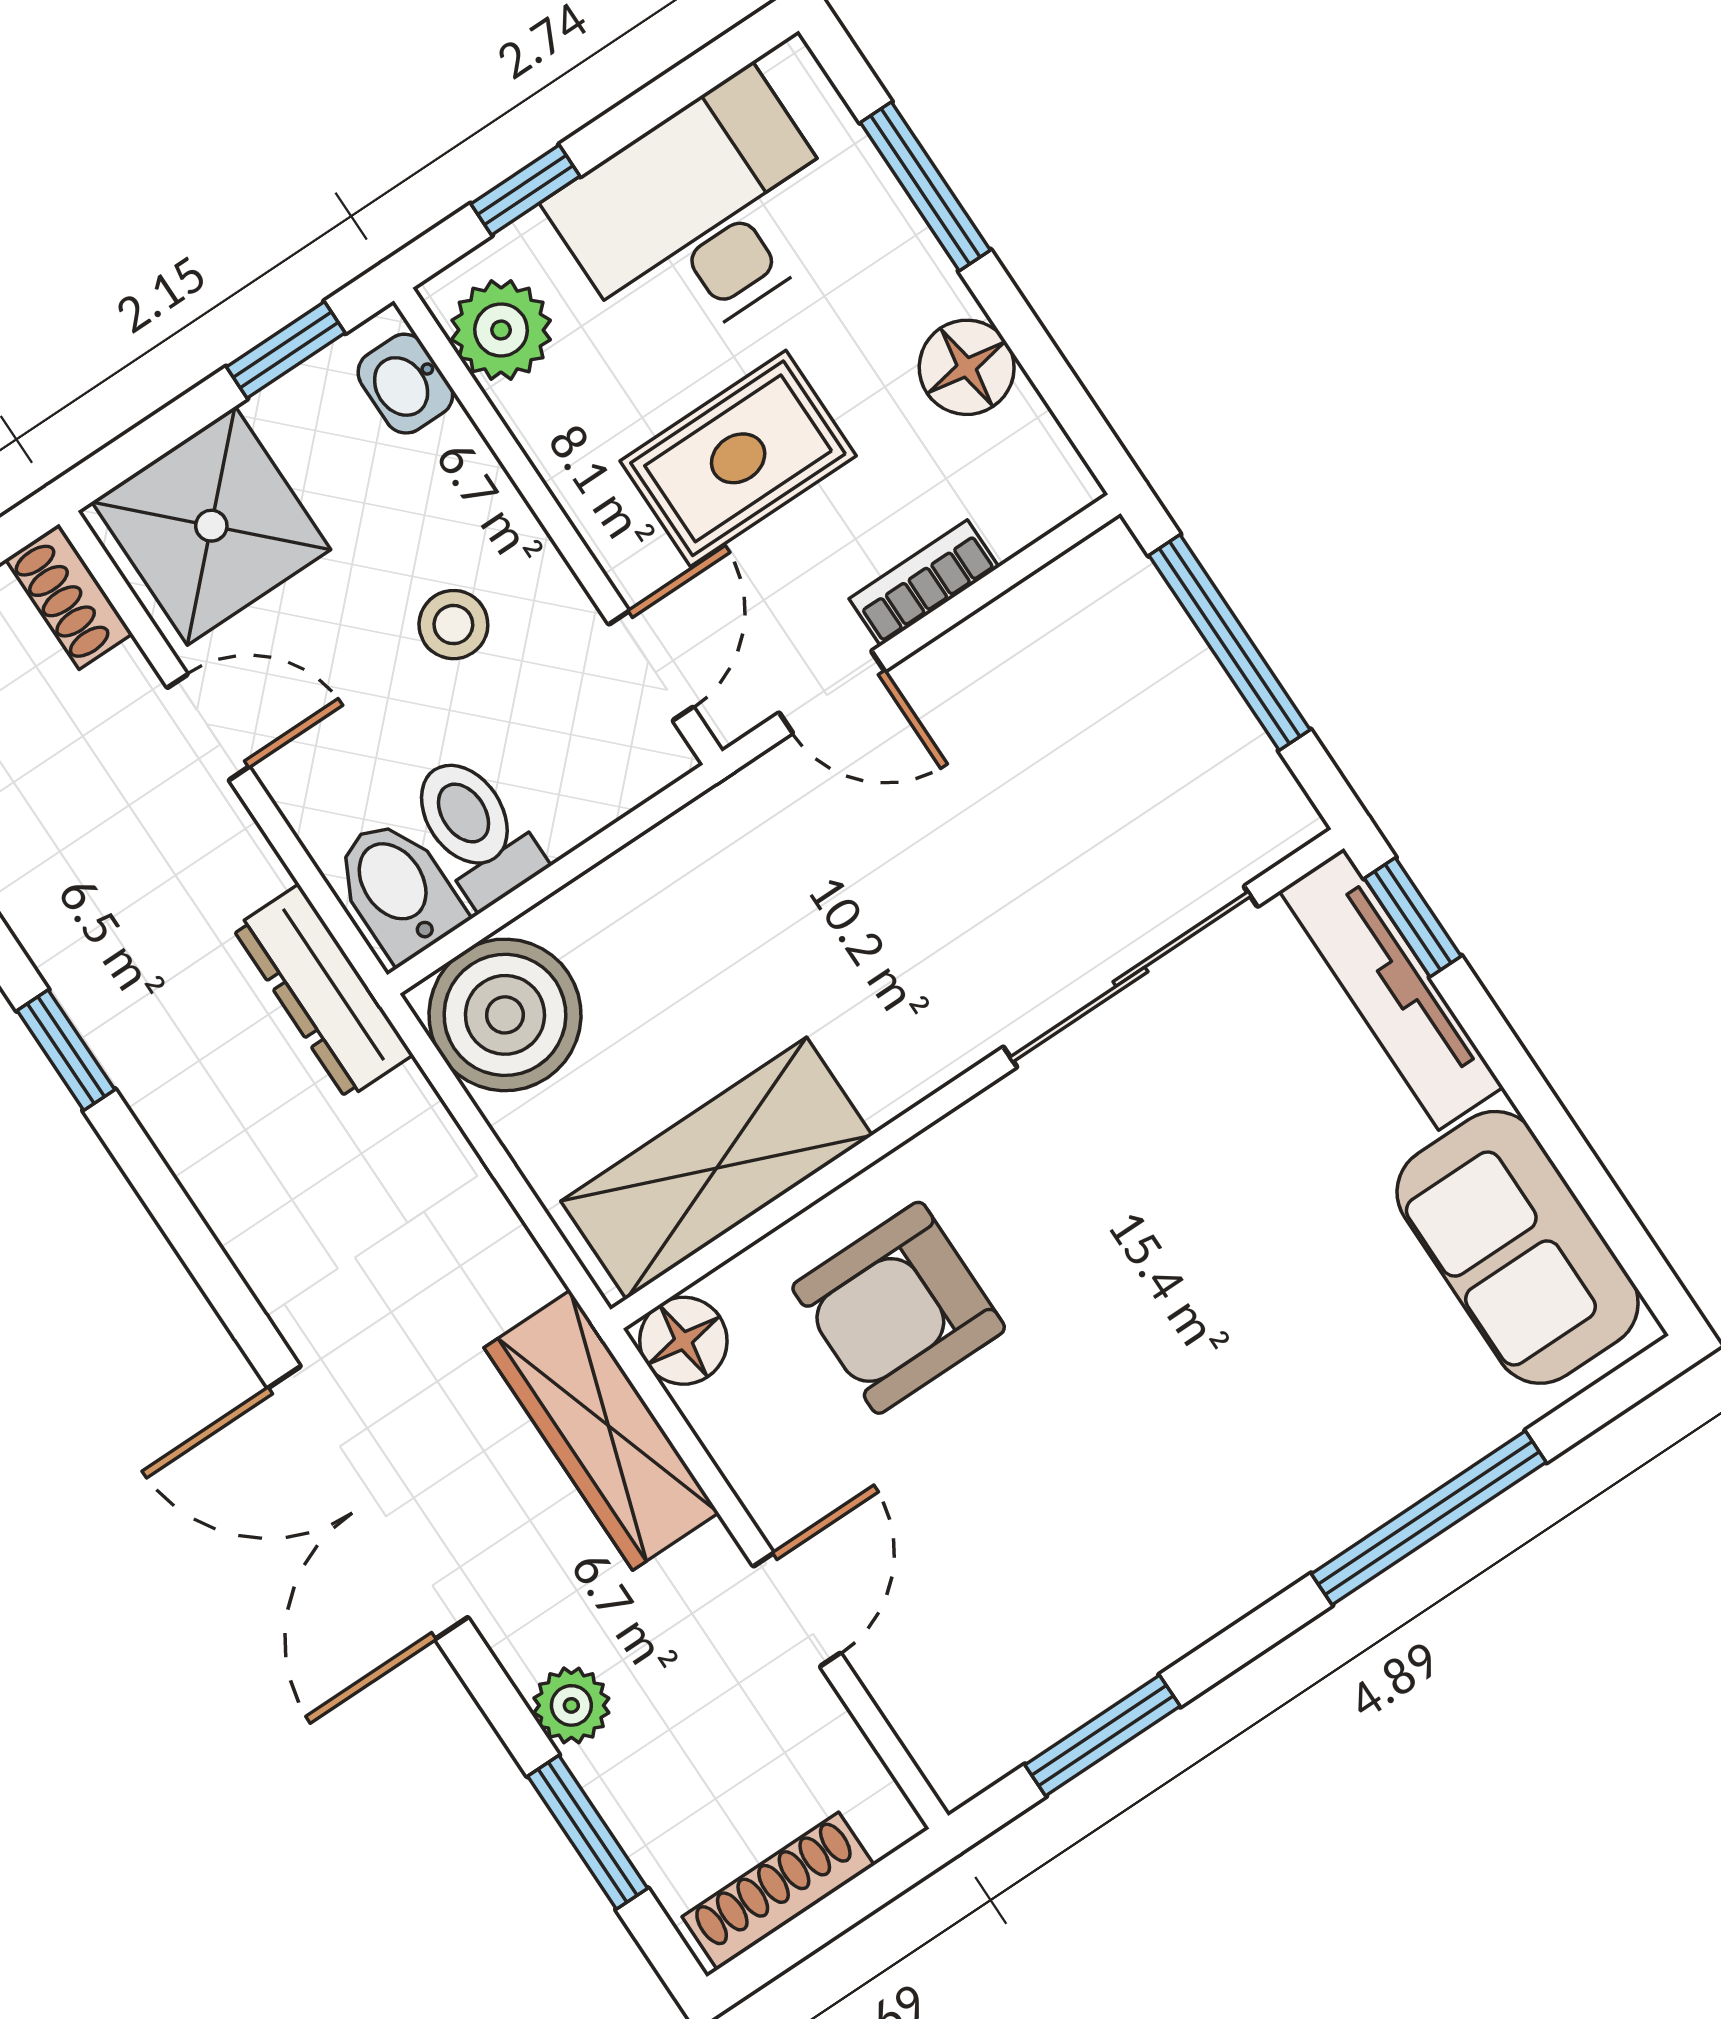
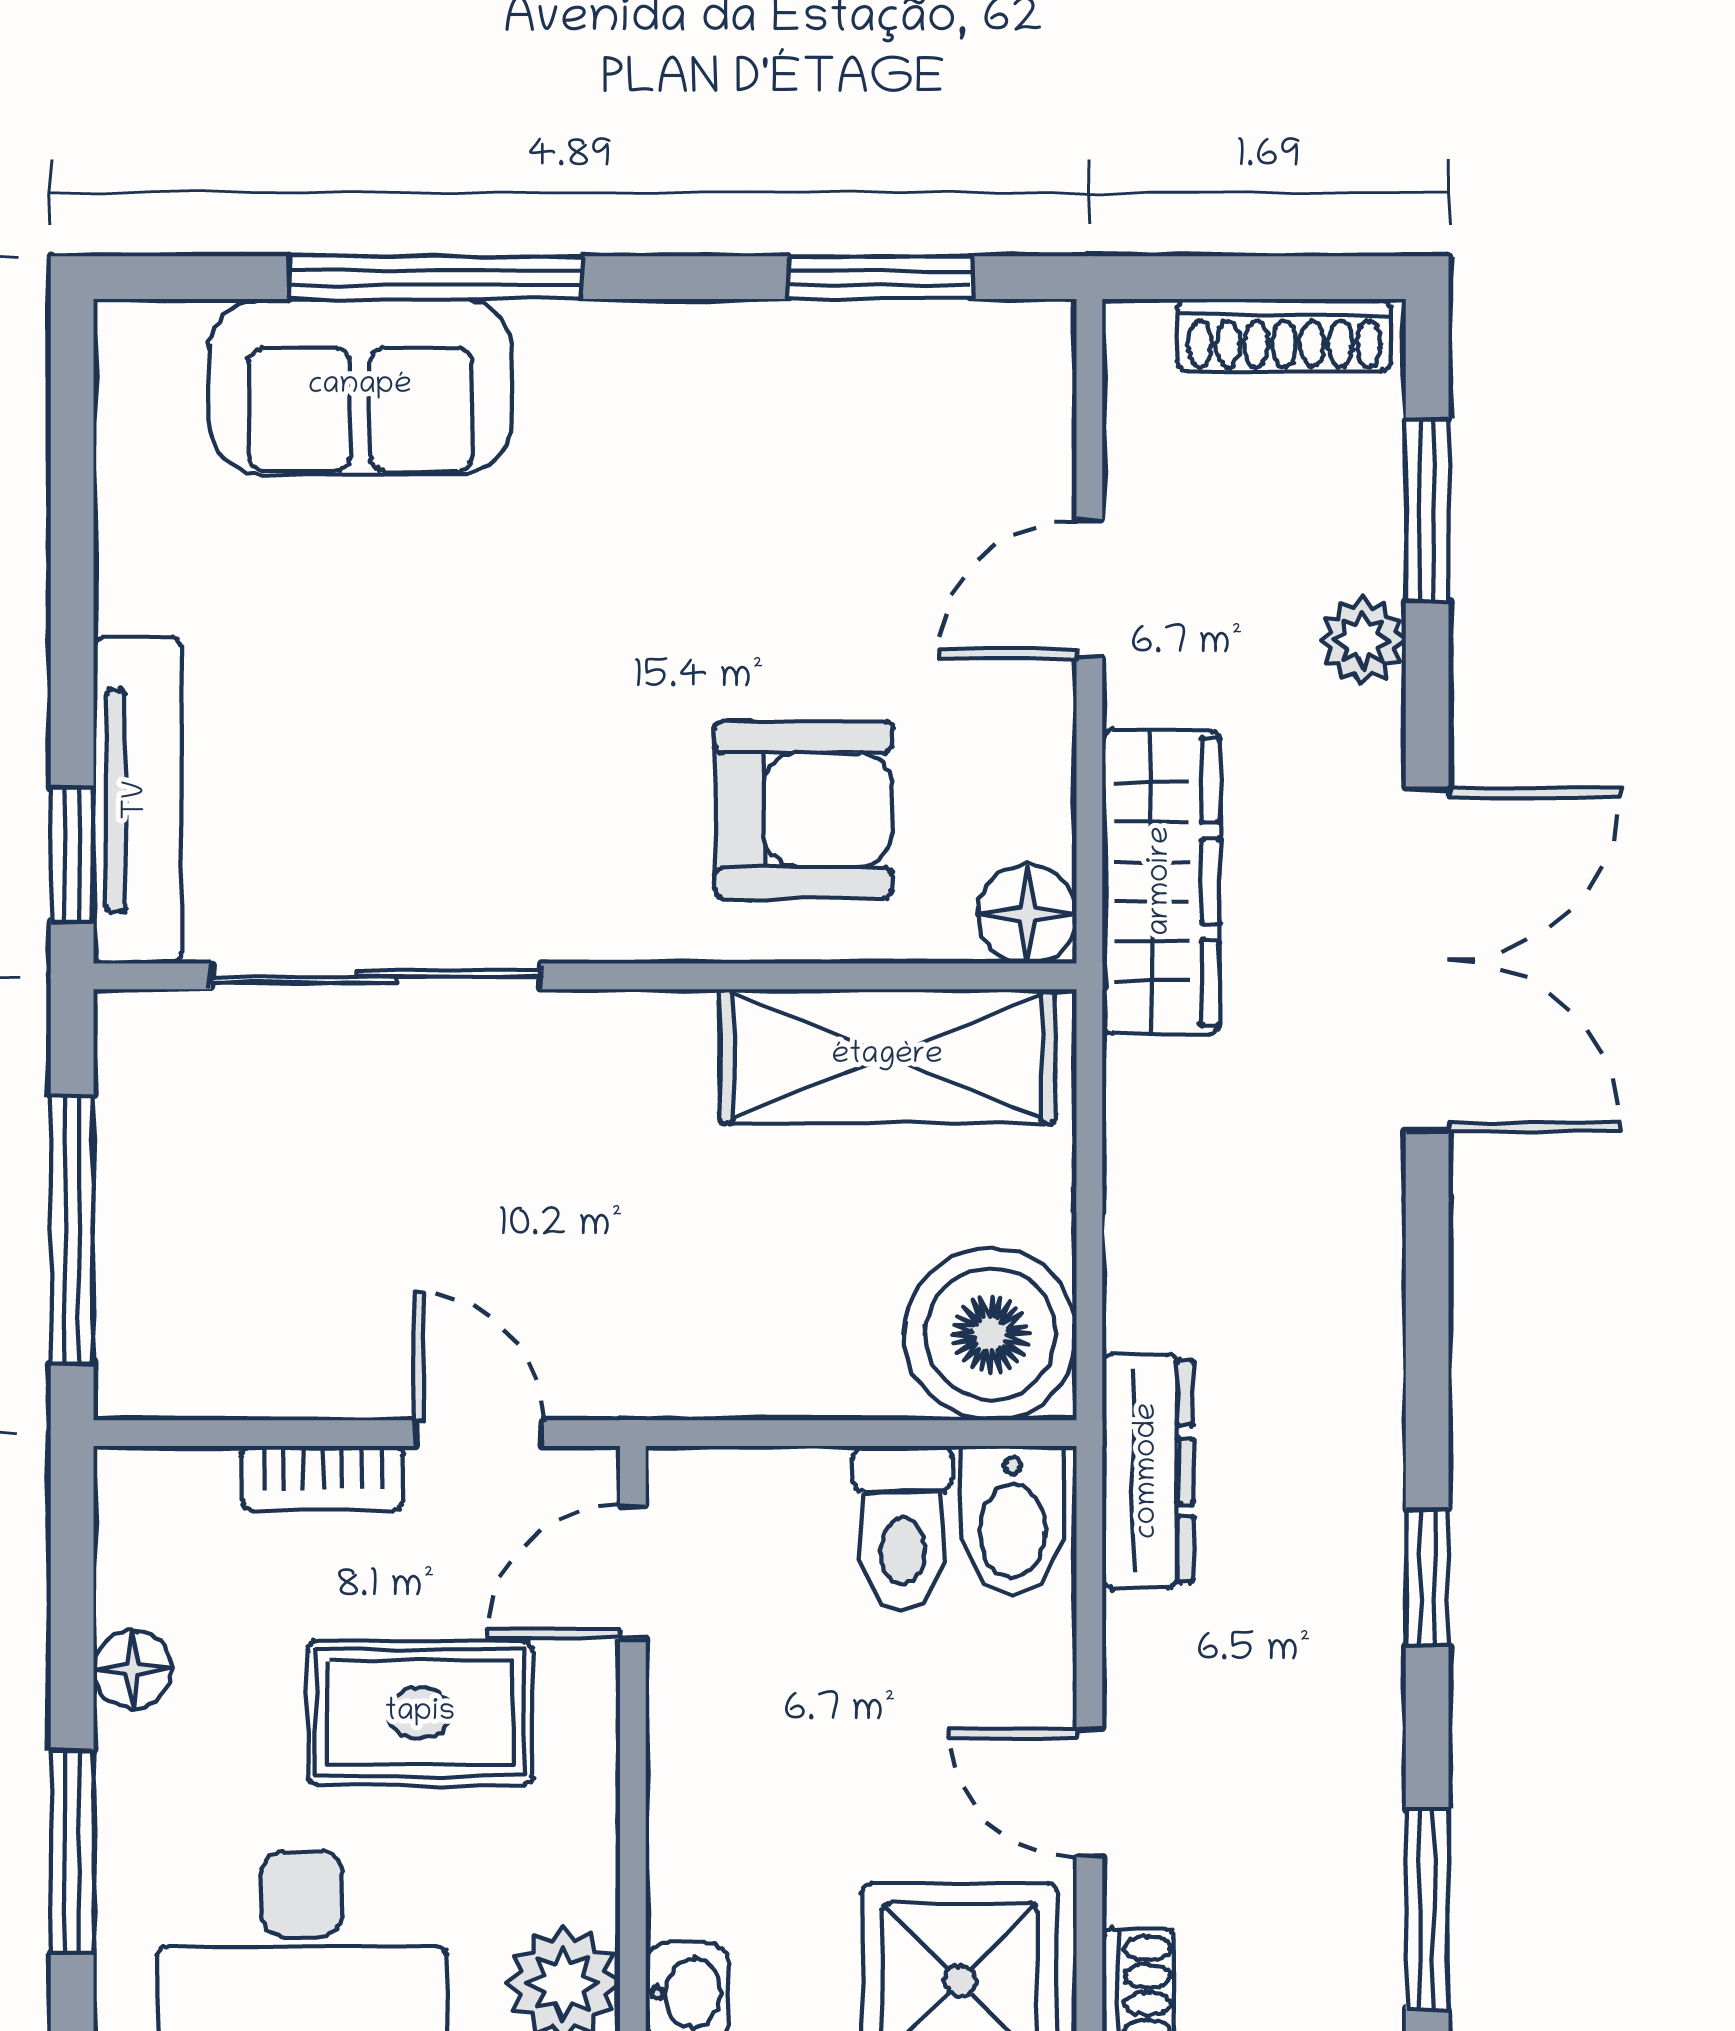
floor lamp: (967, 367) -> (132, 1669), width x0.73, depth x0.73
stool: (453, 625) -> (793, 1735), removed
sofa: (1518, 1247) -> (360, 386), moved, turned 90

